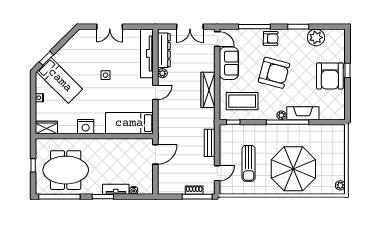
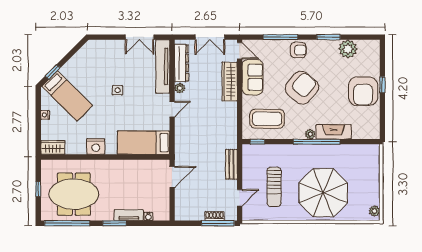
double door: (110, 27) -> (140, 37), moved
armchair: (274, 73) -> (302, 88), turned -65
wardrobe: (208, 90) -> (230, 82), moved

